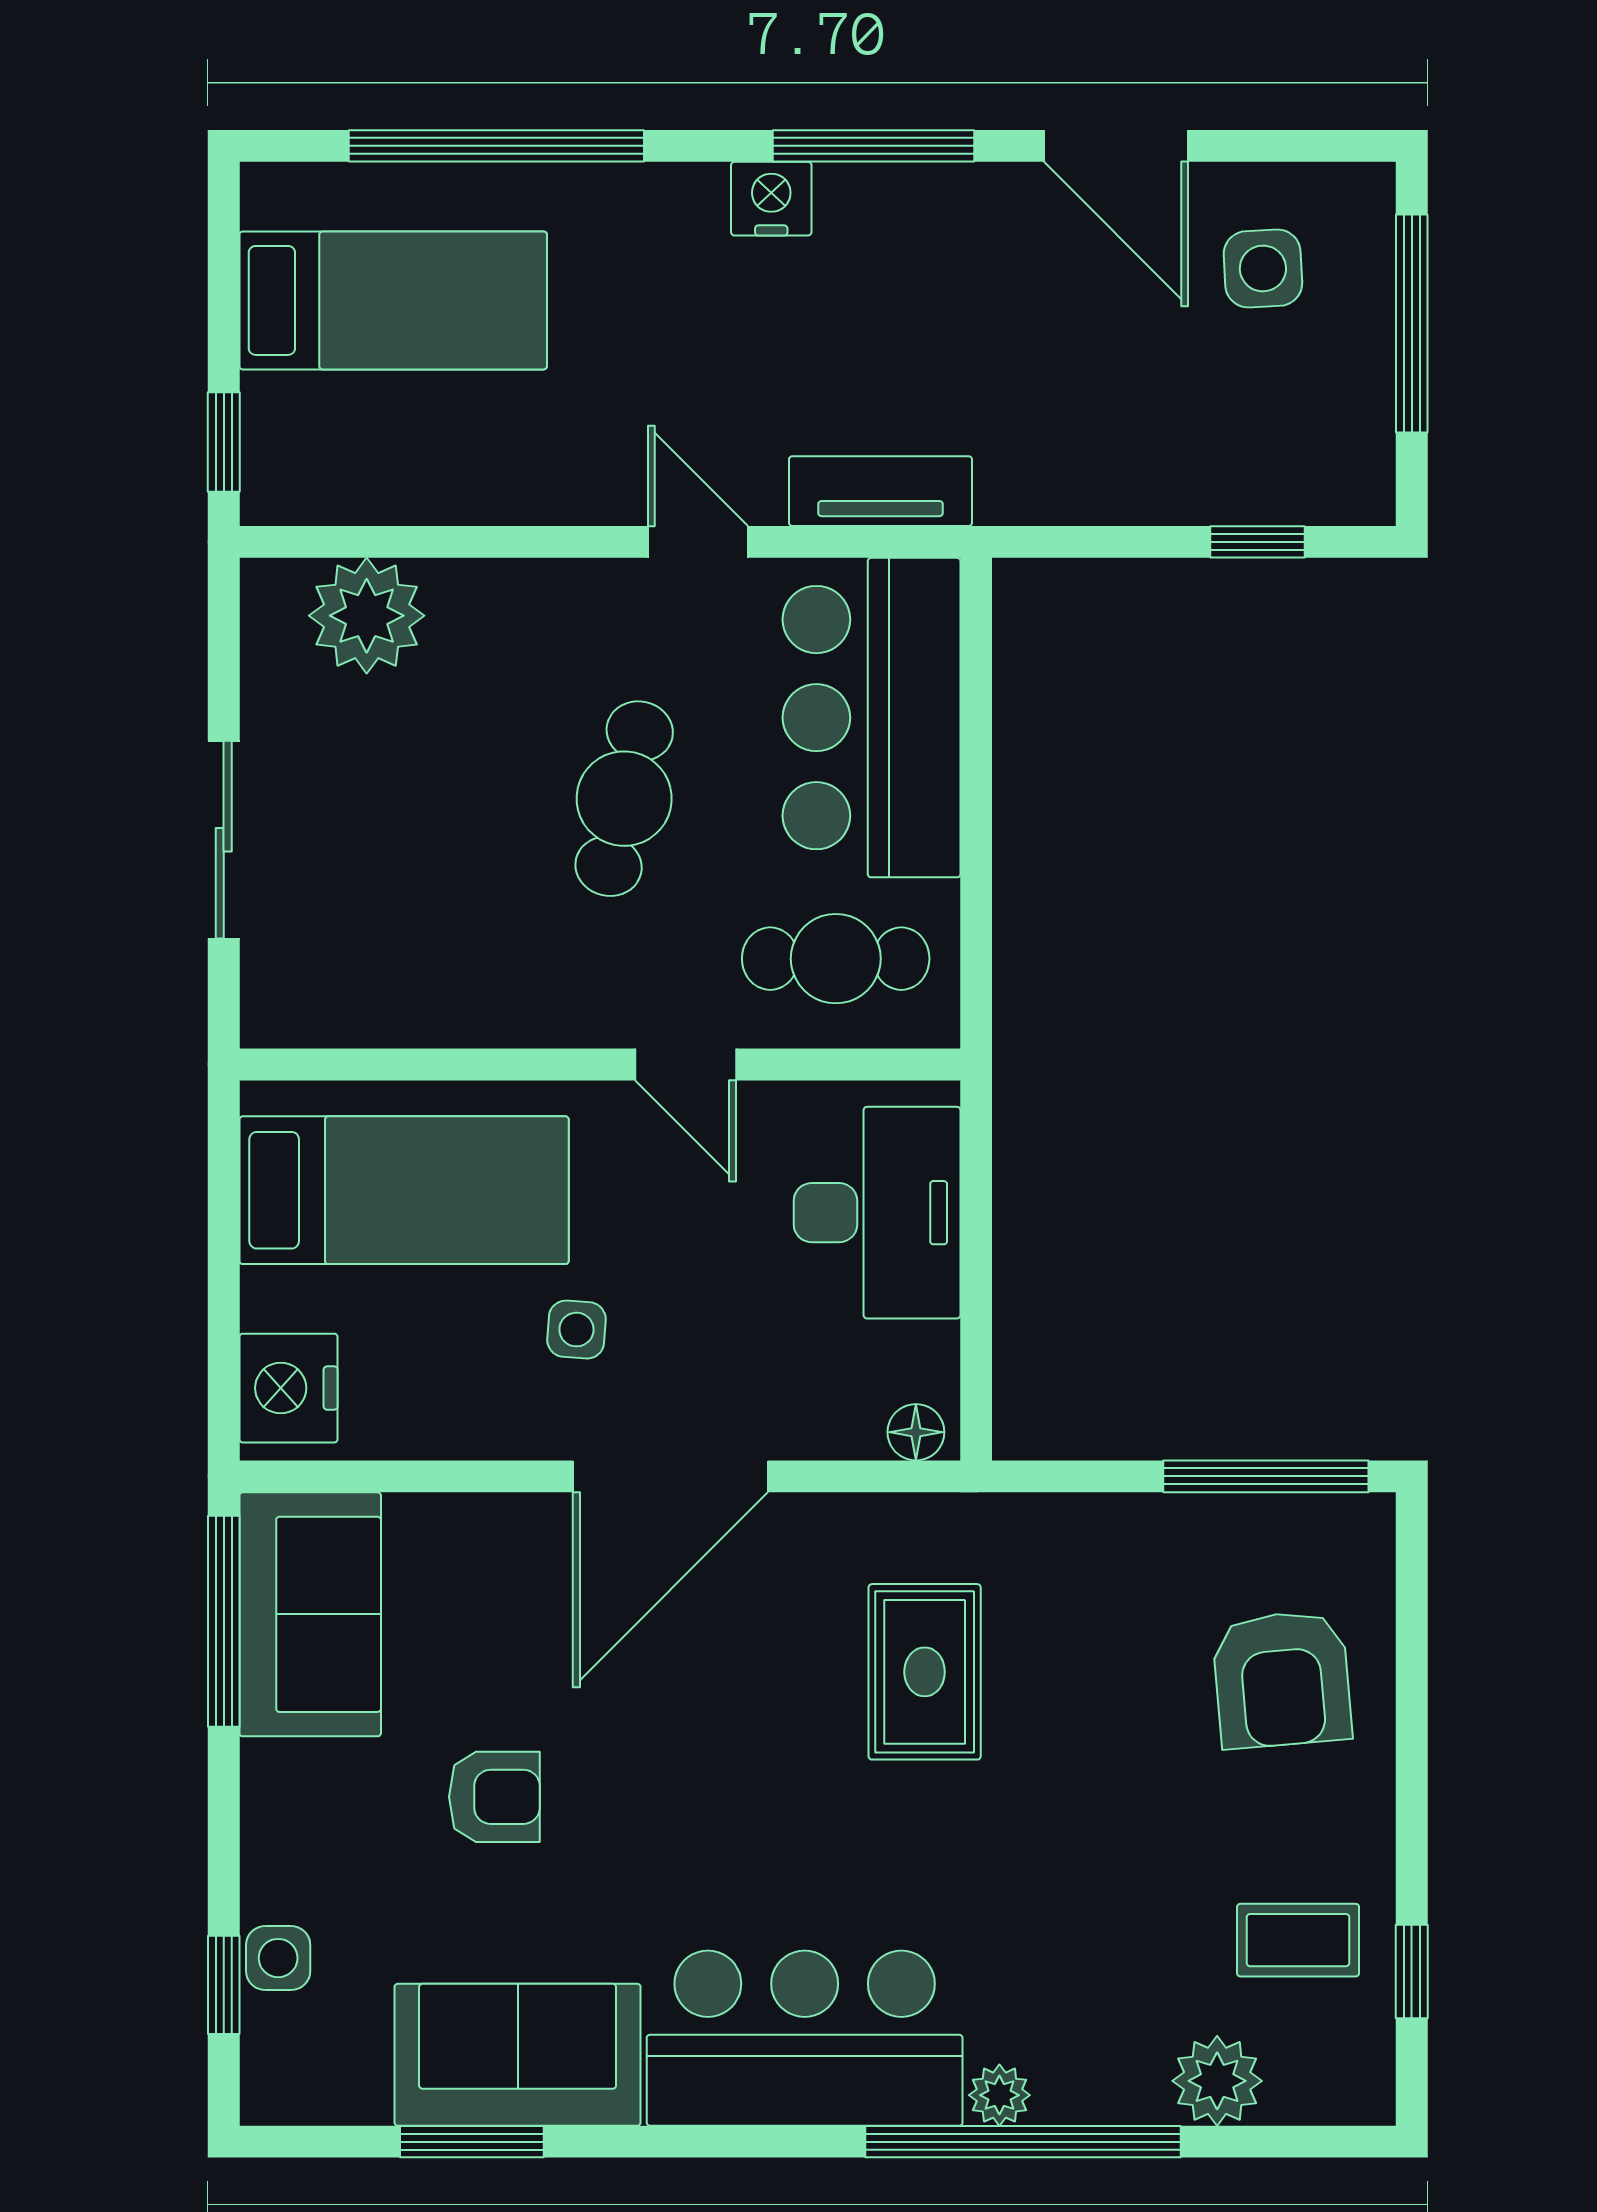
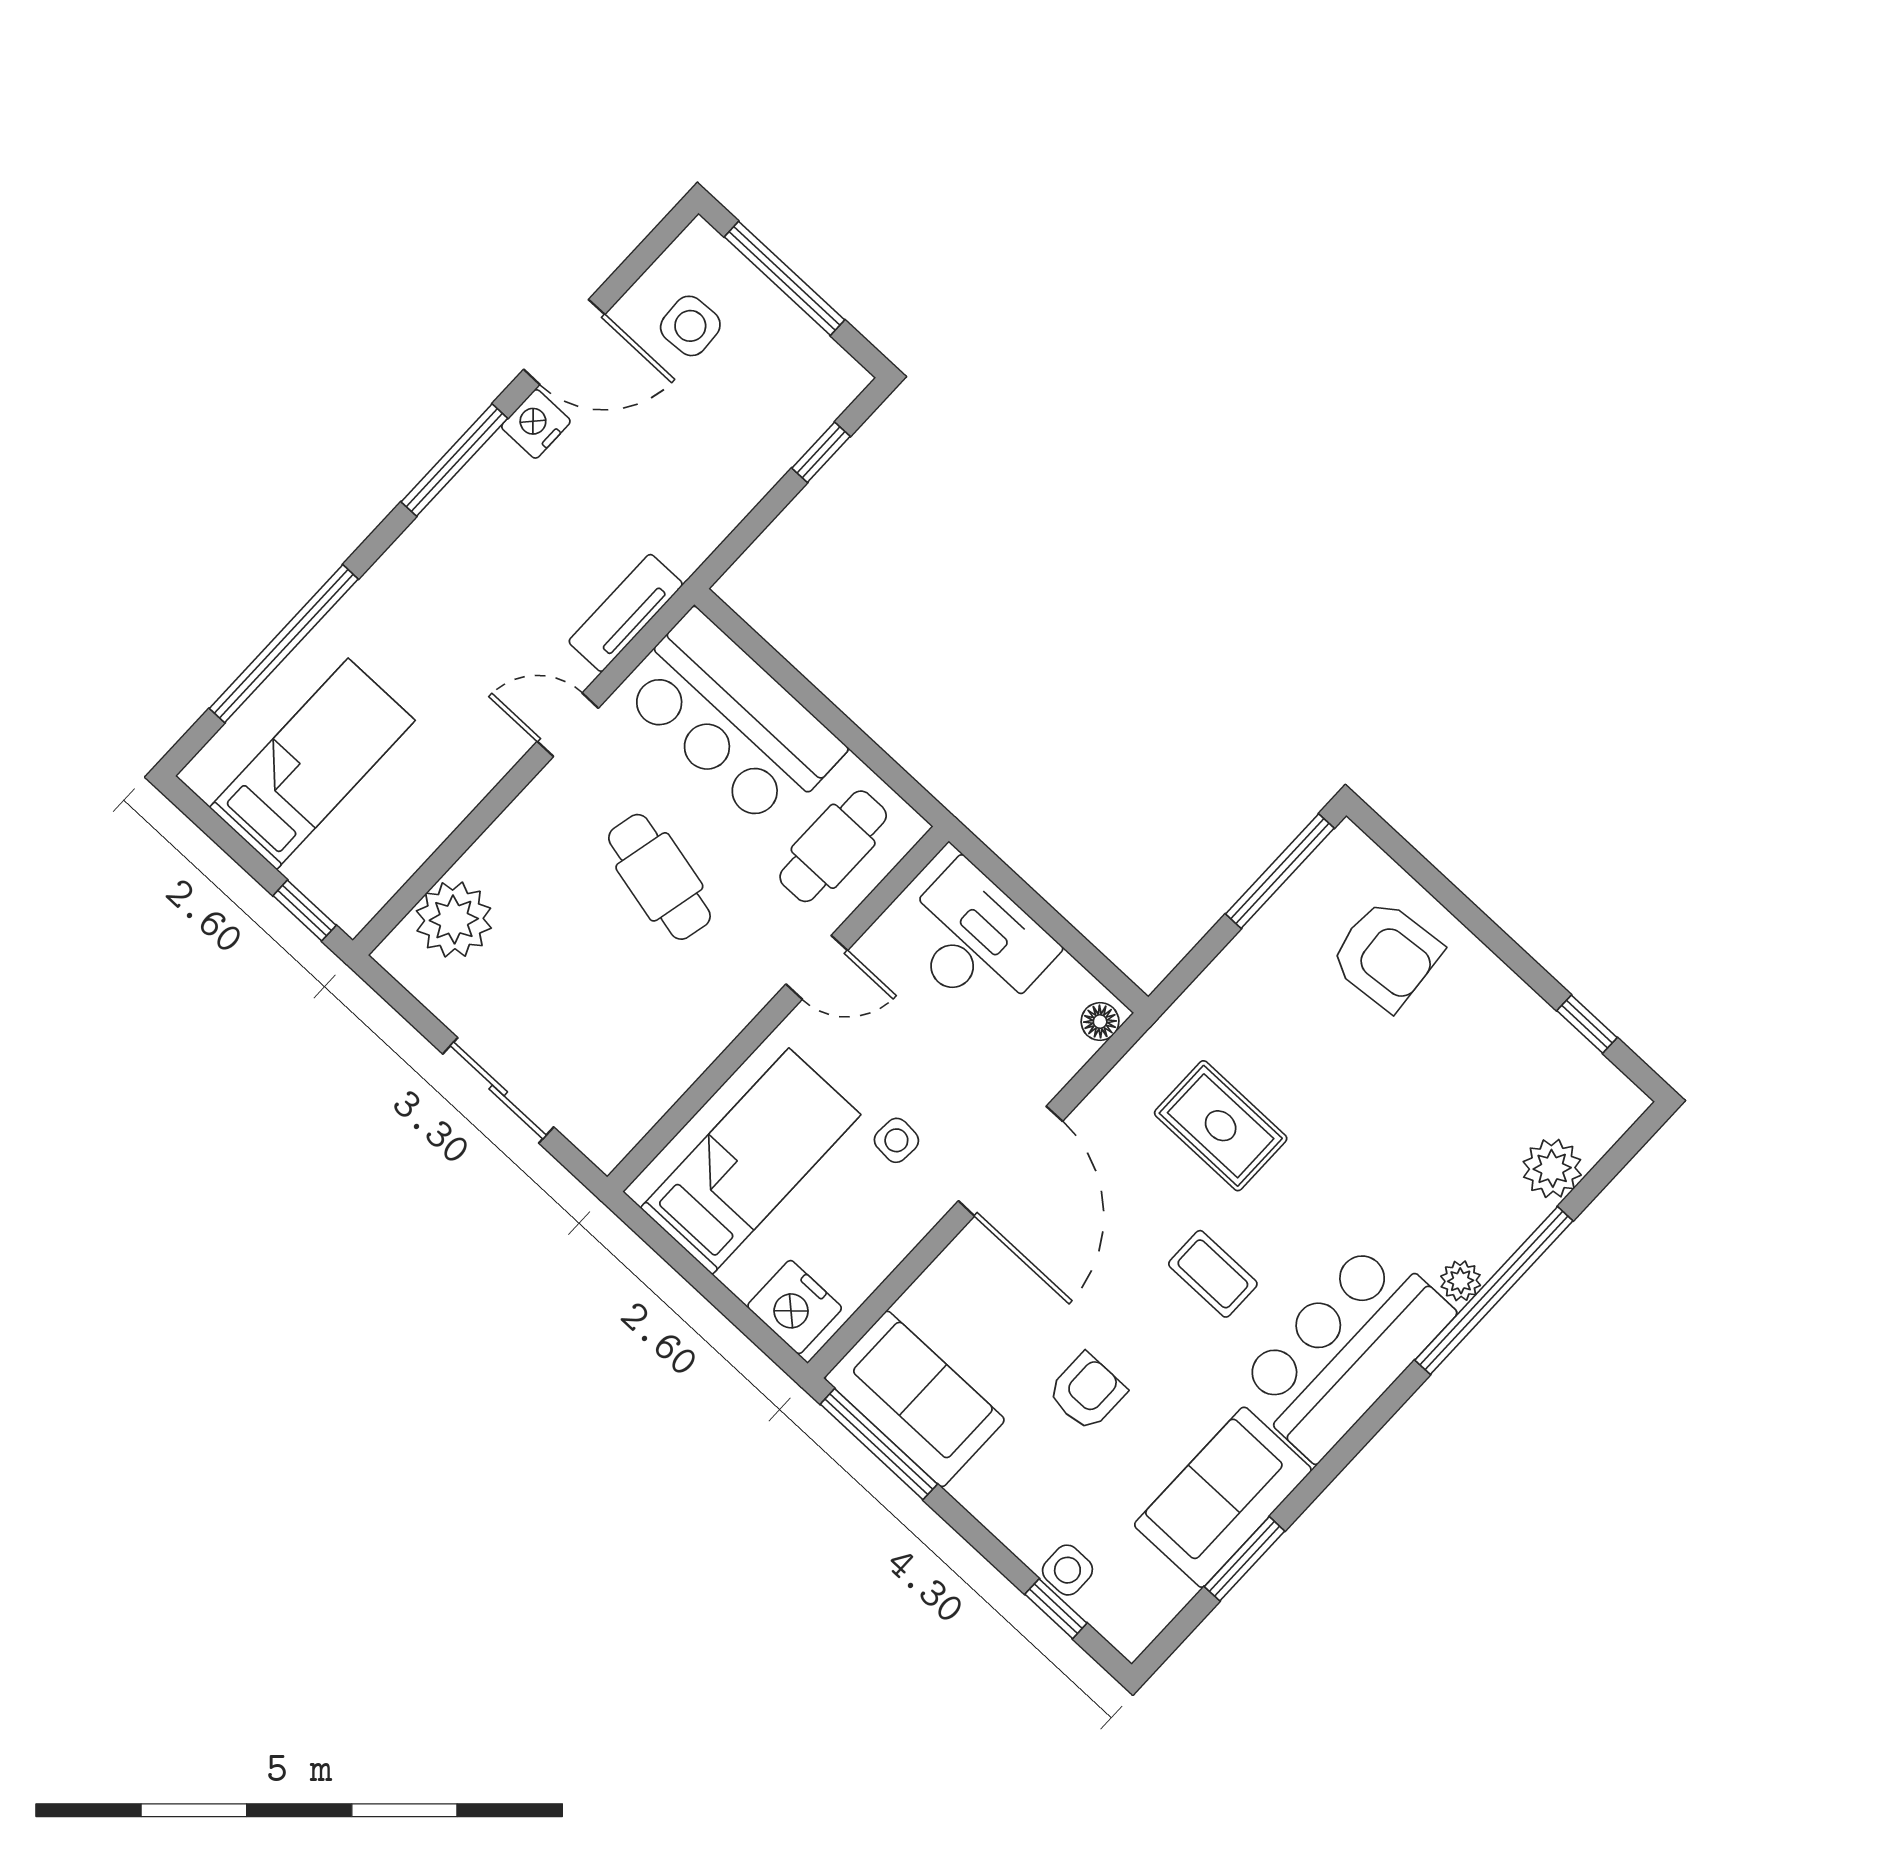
nightstand: (771, 199) -> (536, 424), moved
coffee table: (1298, 1940) -> (1213, 1274), moved, turned 90

